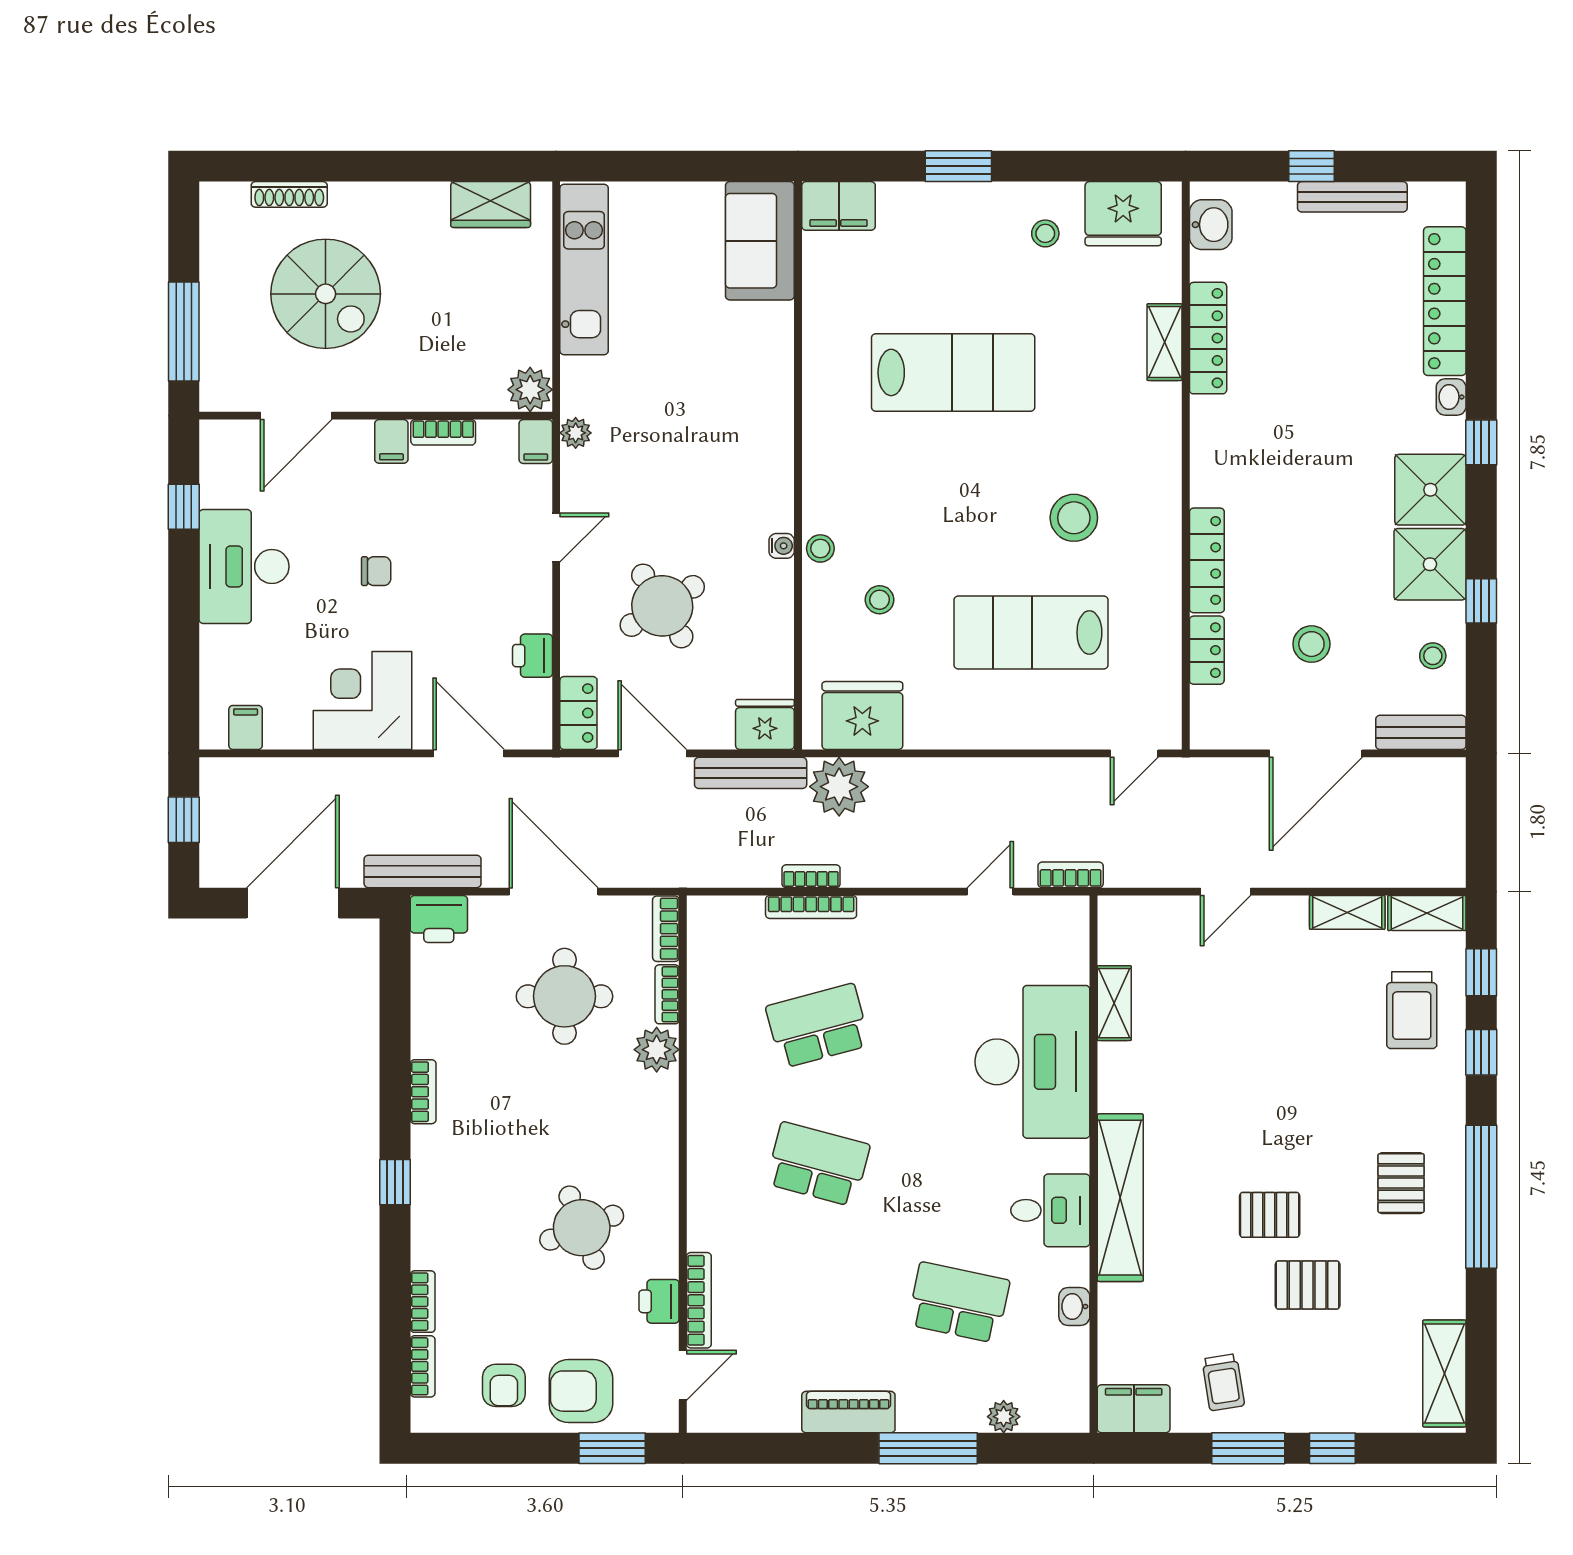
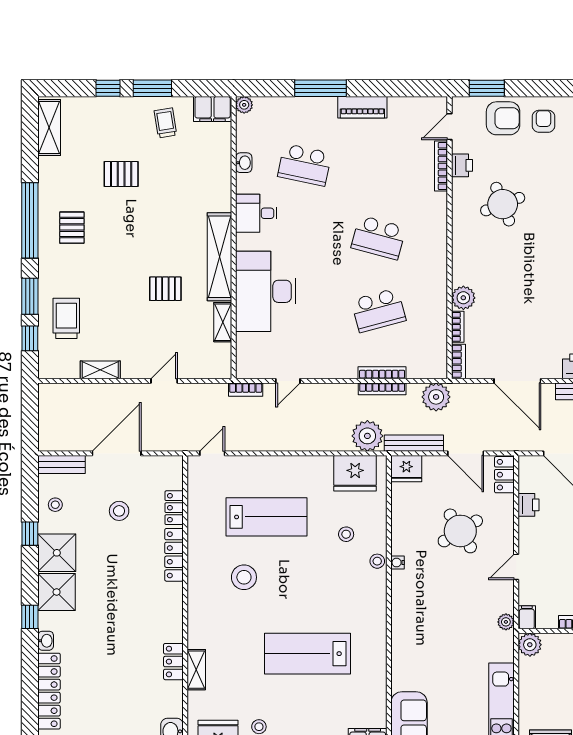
locker: (1208, 338) -> (173, 662), width x0.66
plant: (708, 861) -> (436, 397), added
bookcase: (811, 876) -> (382, 389), width x1.56
shelving: (1427, 913) -> (58, 370), removed
round table: (564, 996) -> (512, 326), removed
window: (1481, 1052) -> (30, 296), width x1.50
shelving: (1120, 1198) -> (220, 257), moved
pallet: (1270, 1215) -> (165, 289), moved
plant: (1004, 1417) -> (244, 105), moved

